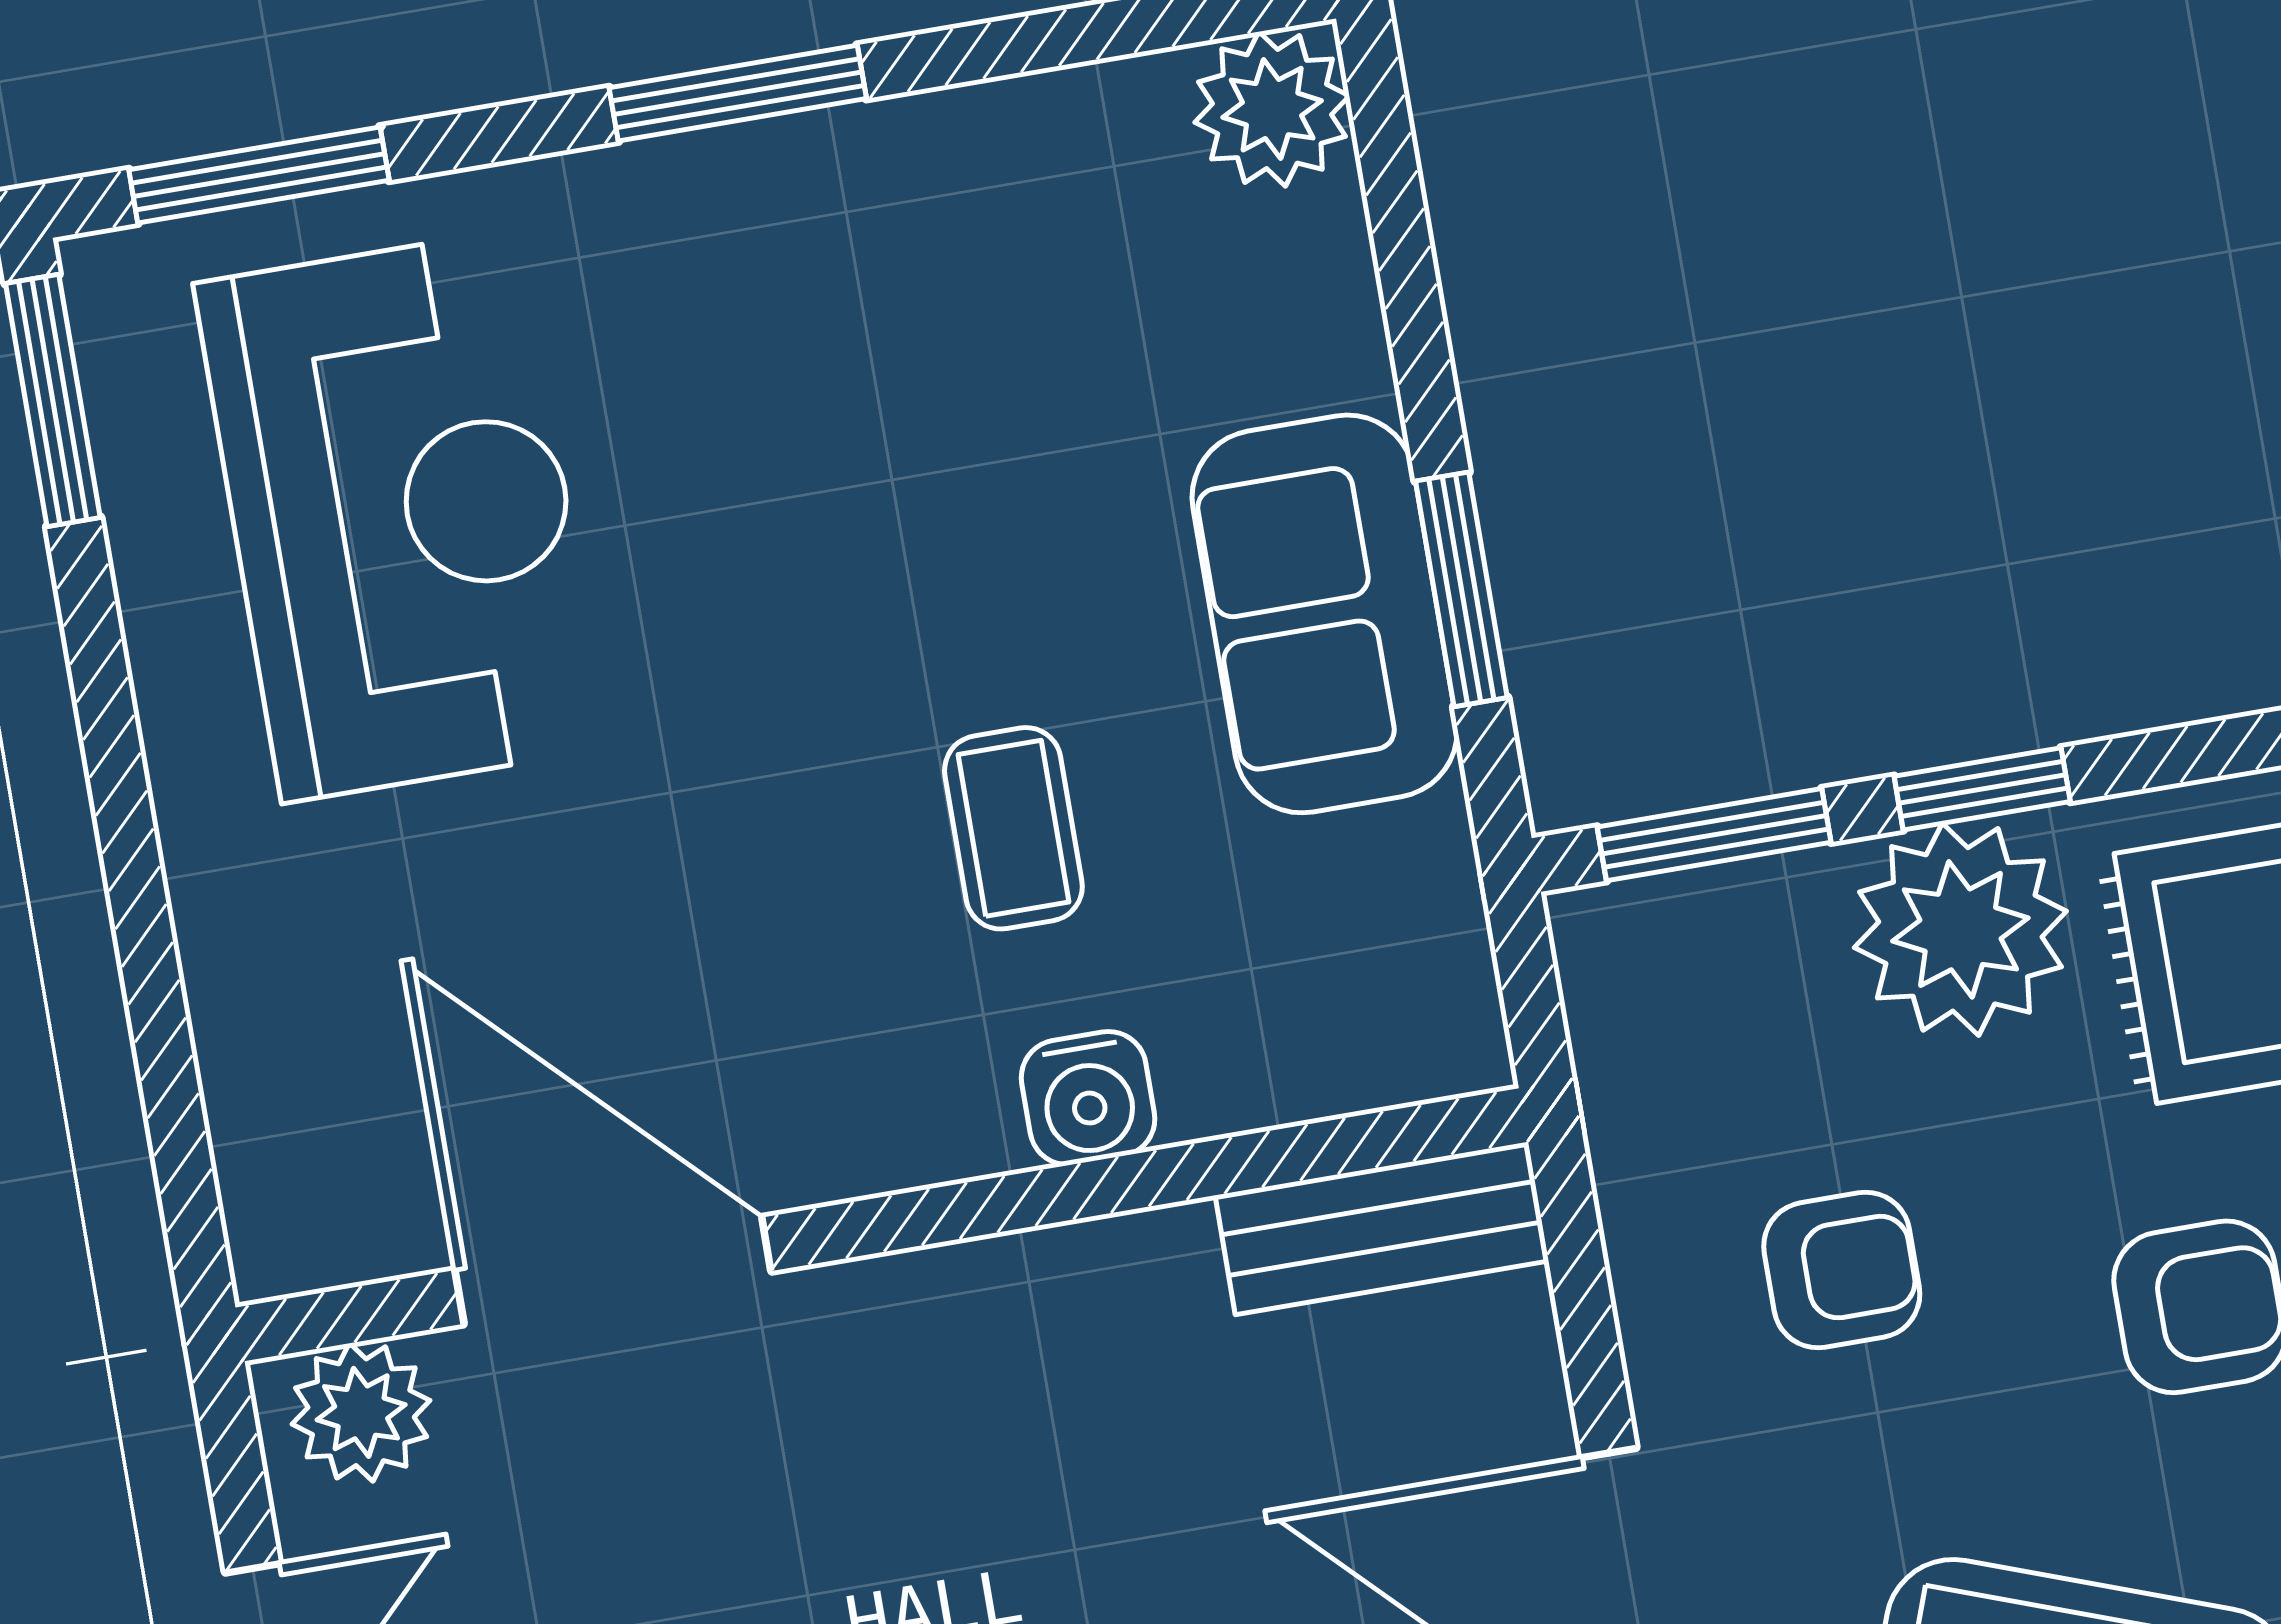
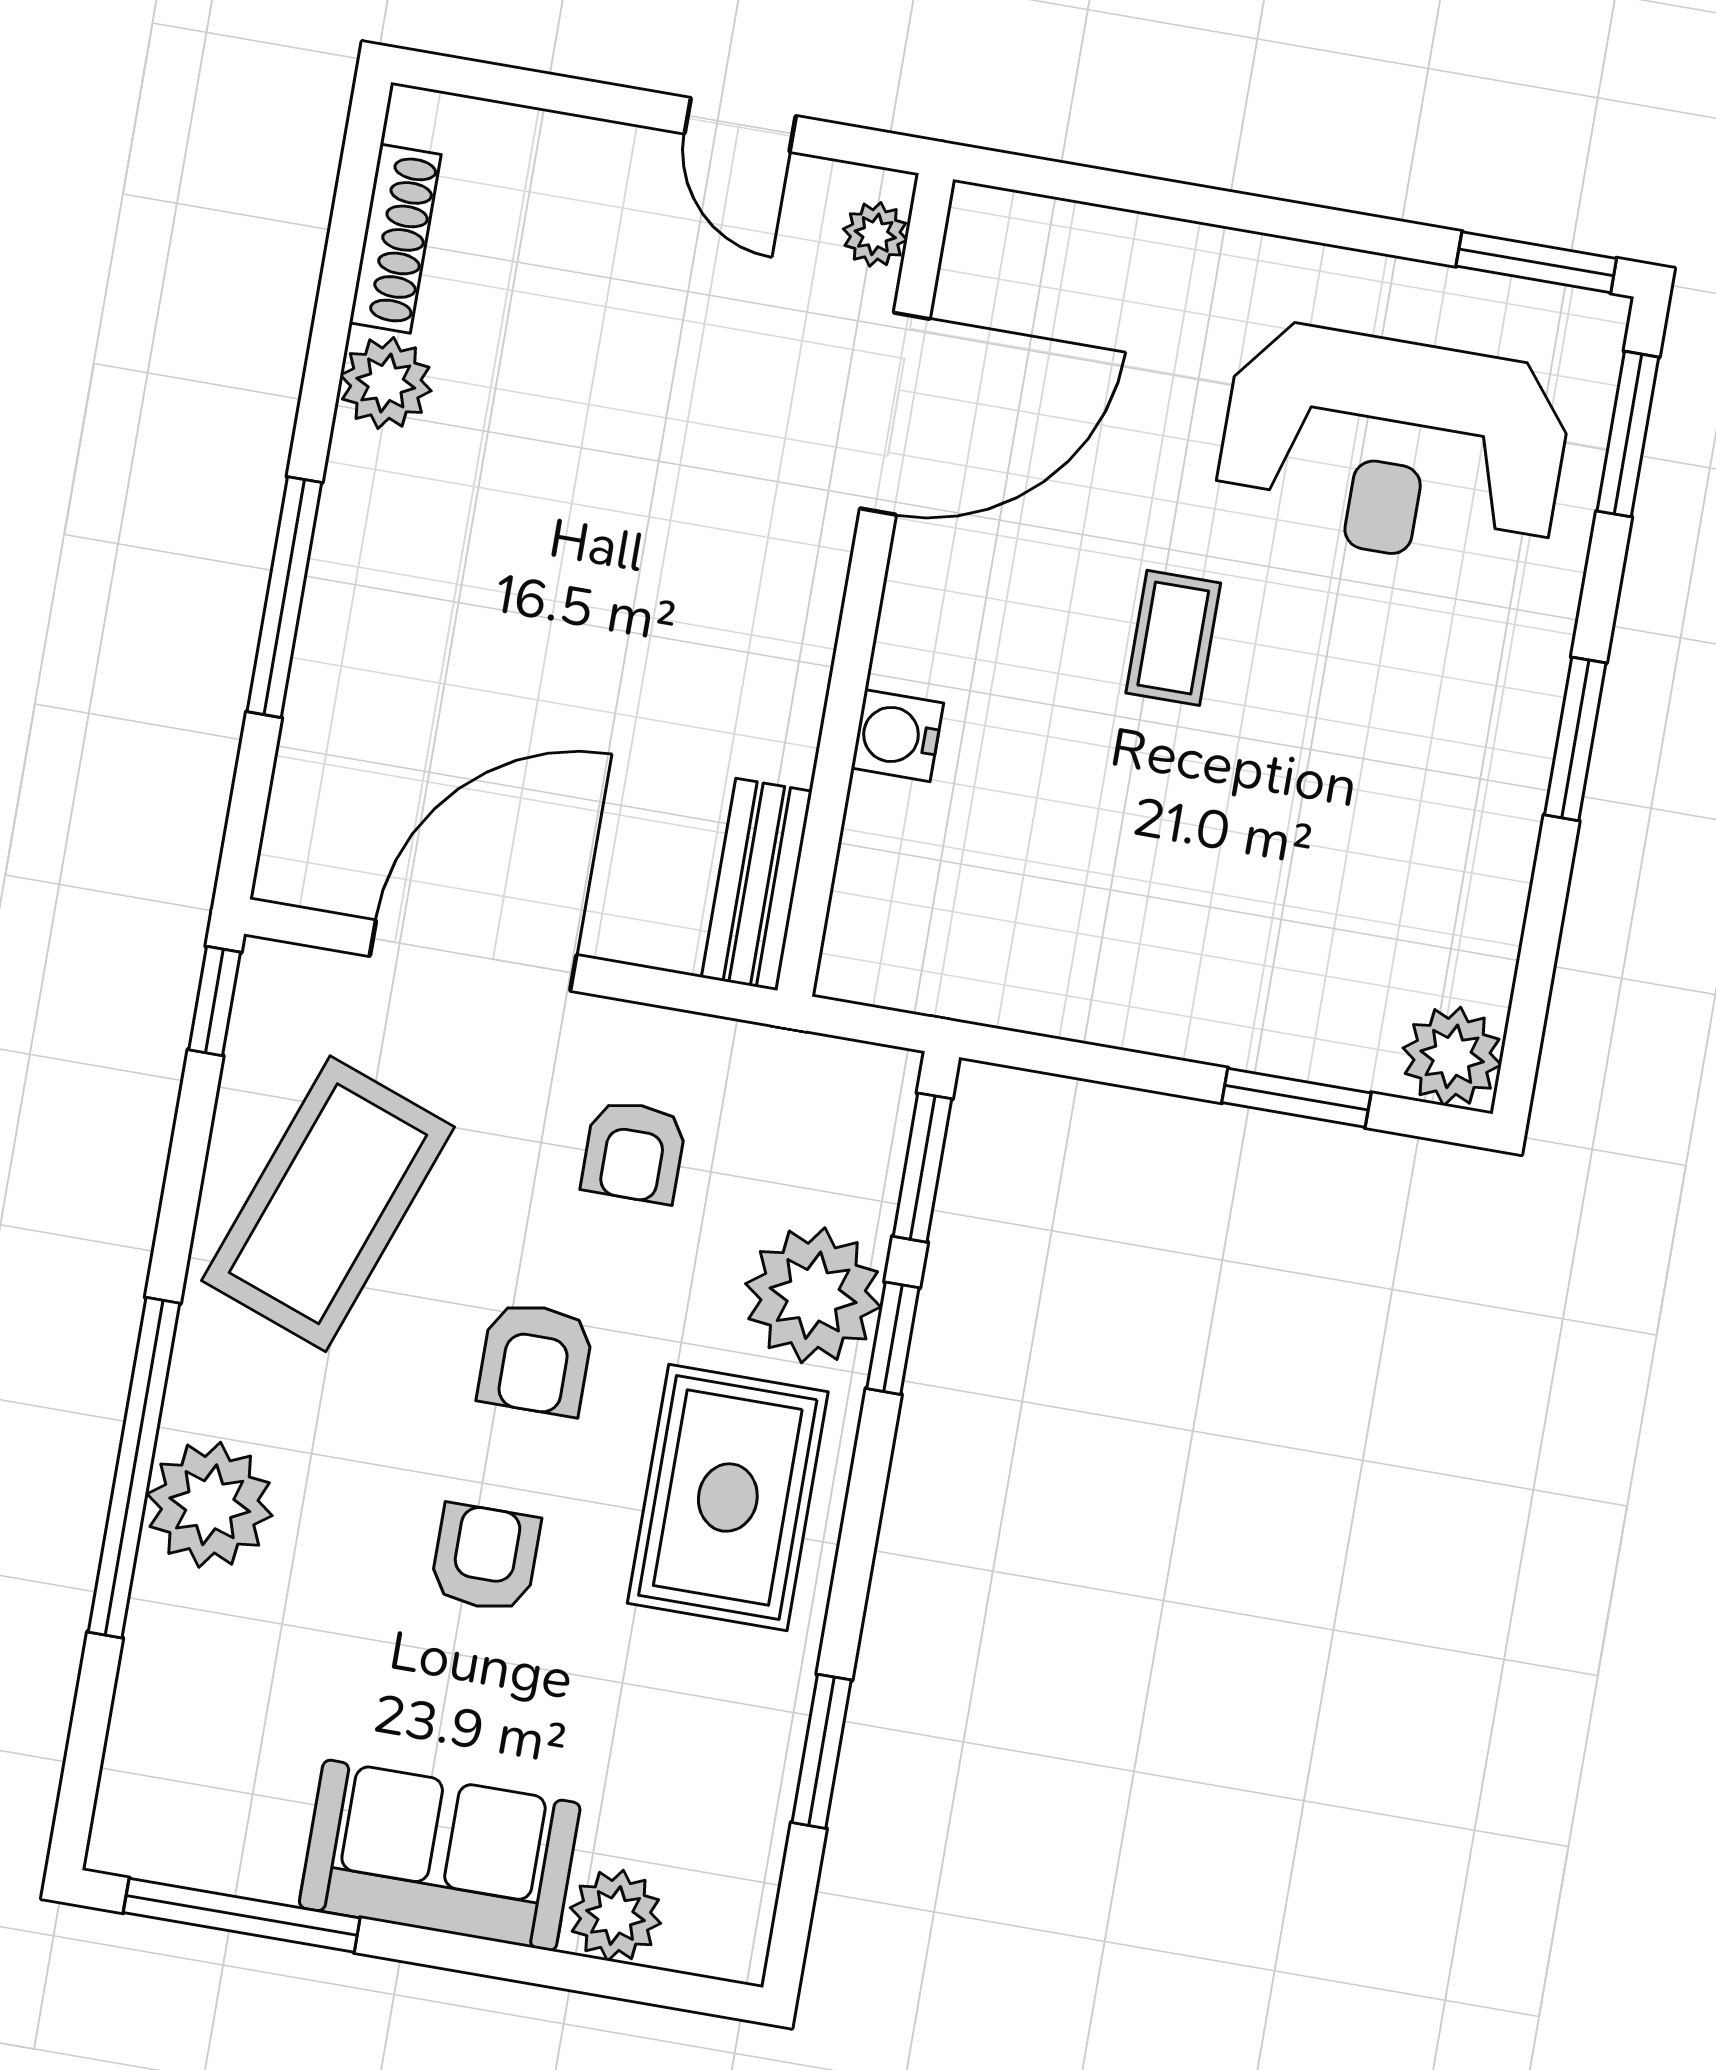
window: (1461, 589) -> (1296, 1098), moved
sofa: (1325, 614) -> (1138, 981), removed
coffee table: (1013, 828) -> (1173, 638), moved, turned 90
plant: (361, 1412) -> (875, 234), width x0.73, depth x0.73

